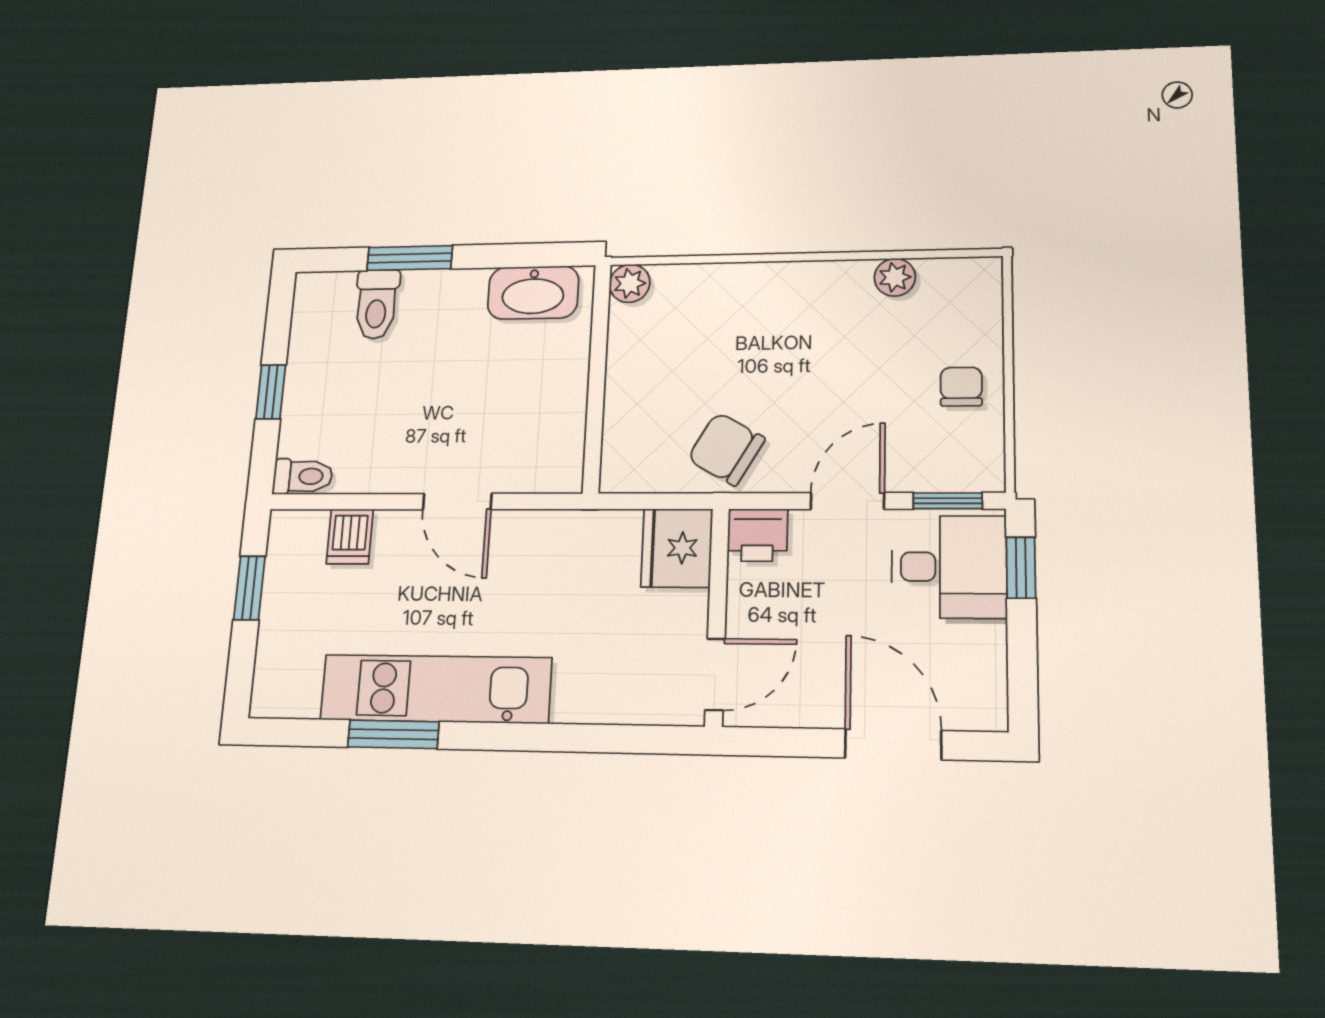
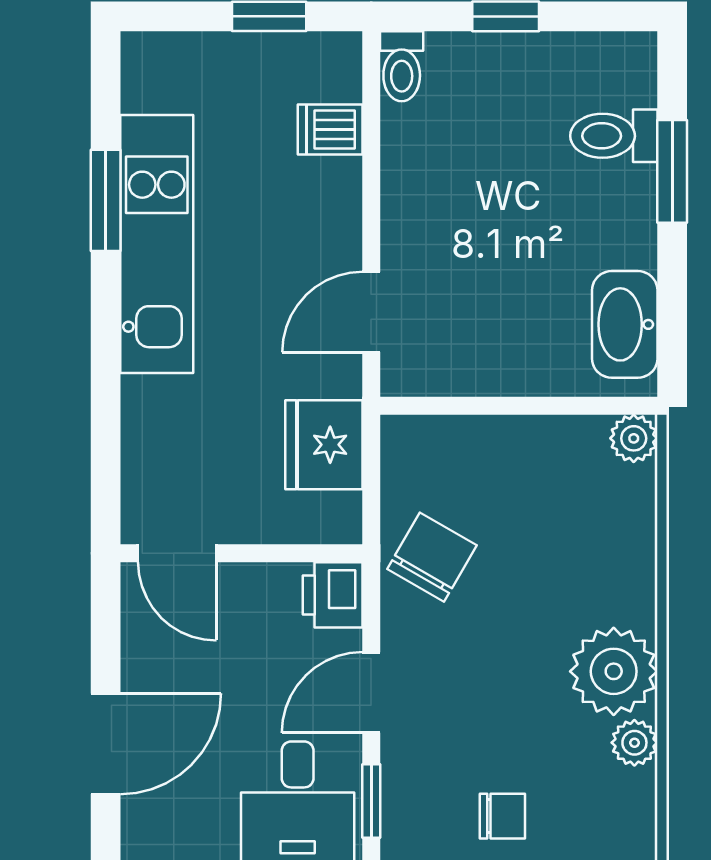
plant: (831, 296) -> (614, 671), added
door: (457, 501) -> (371, 312), moved
door: (847, 501) -> (371, 693), swing flipped
fridge: (677, 548) -> (324, 445), moved, turned -90

